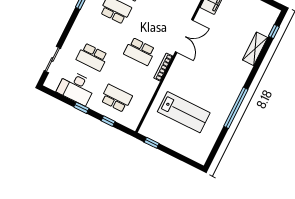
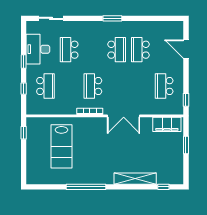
shelving: (255, 49) -> (135, 179), width x1.47

